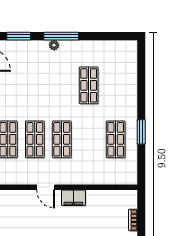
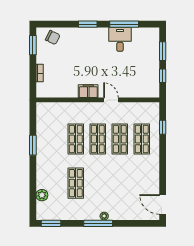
window: (19, 36) -> (51, 223), moved
plant: (130, 71) -> (42, 195), added
shop shelf: (116, 139) -> (76, 139), moved

